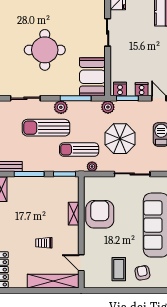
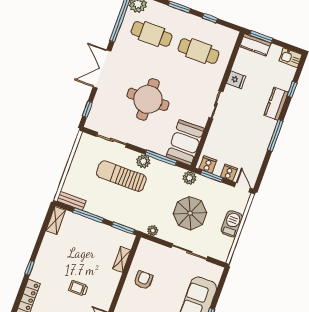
sun lounger: (79, 150) -> (146, 209), removed
shelving: (74, 214) -> (122, 260), moved
armchair: (100, 214) -> (143, 280), width x0.53, depth x0.53

